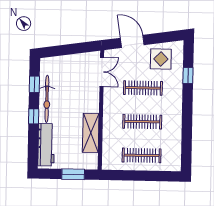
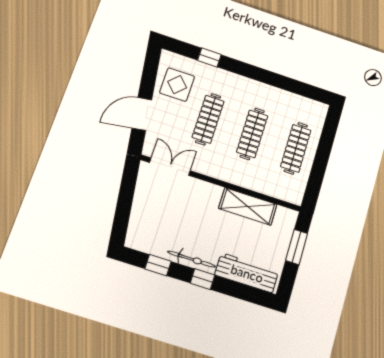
bicycle: (47, 99) -> (191, 259), width x0.73, depth x0.71

